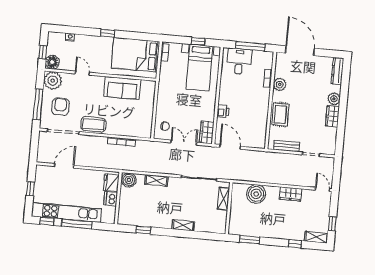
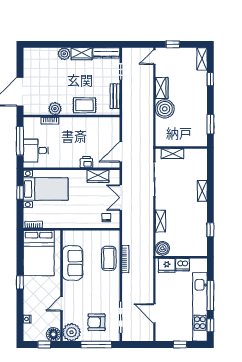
dresser: (337, 71) -> (106, 53), moved
coffee table: (93, 124) -> (109, 258), moved
wardrobe: (207, 133) -> (98, 176), moved
boiler: (256, 194) -> (165, 109), moved
window: (332, 224) -> (173, 44), moved

